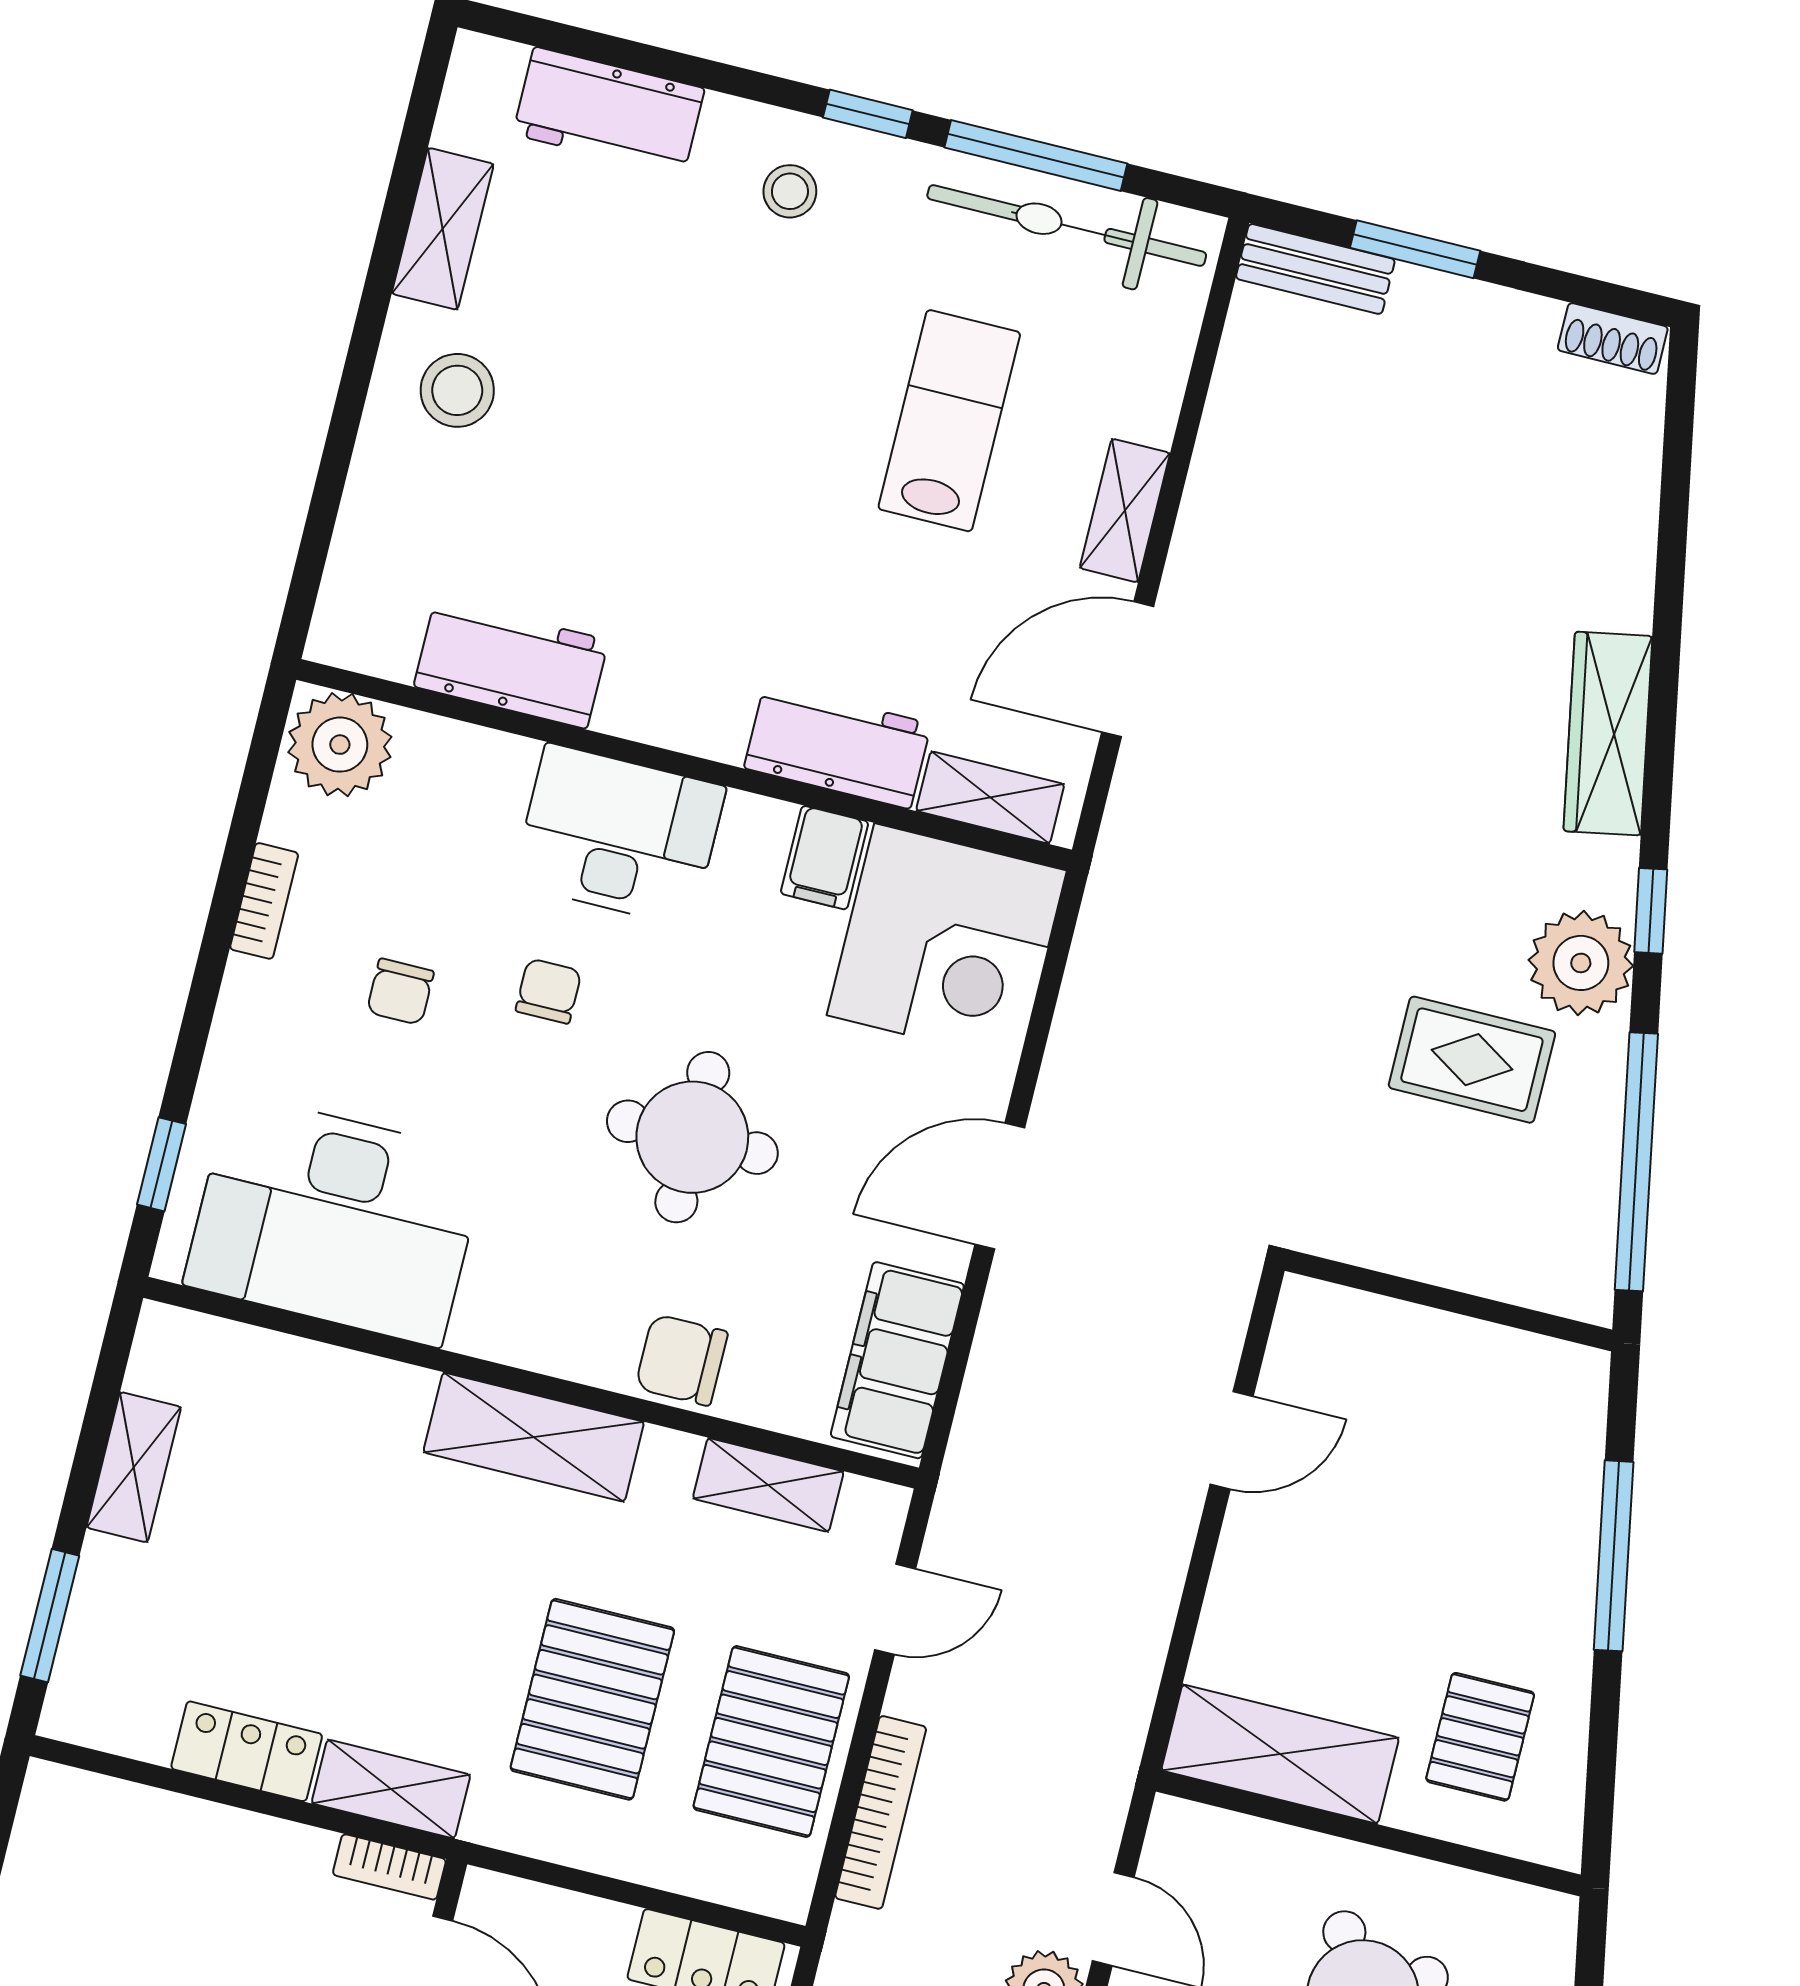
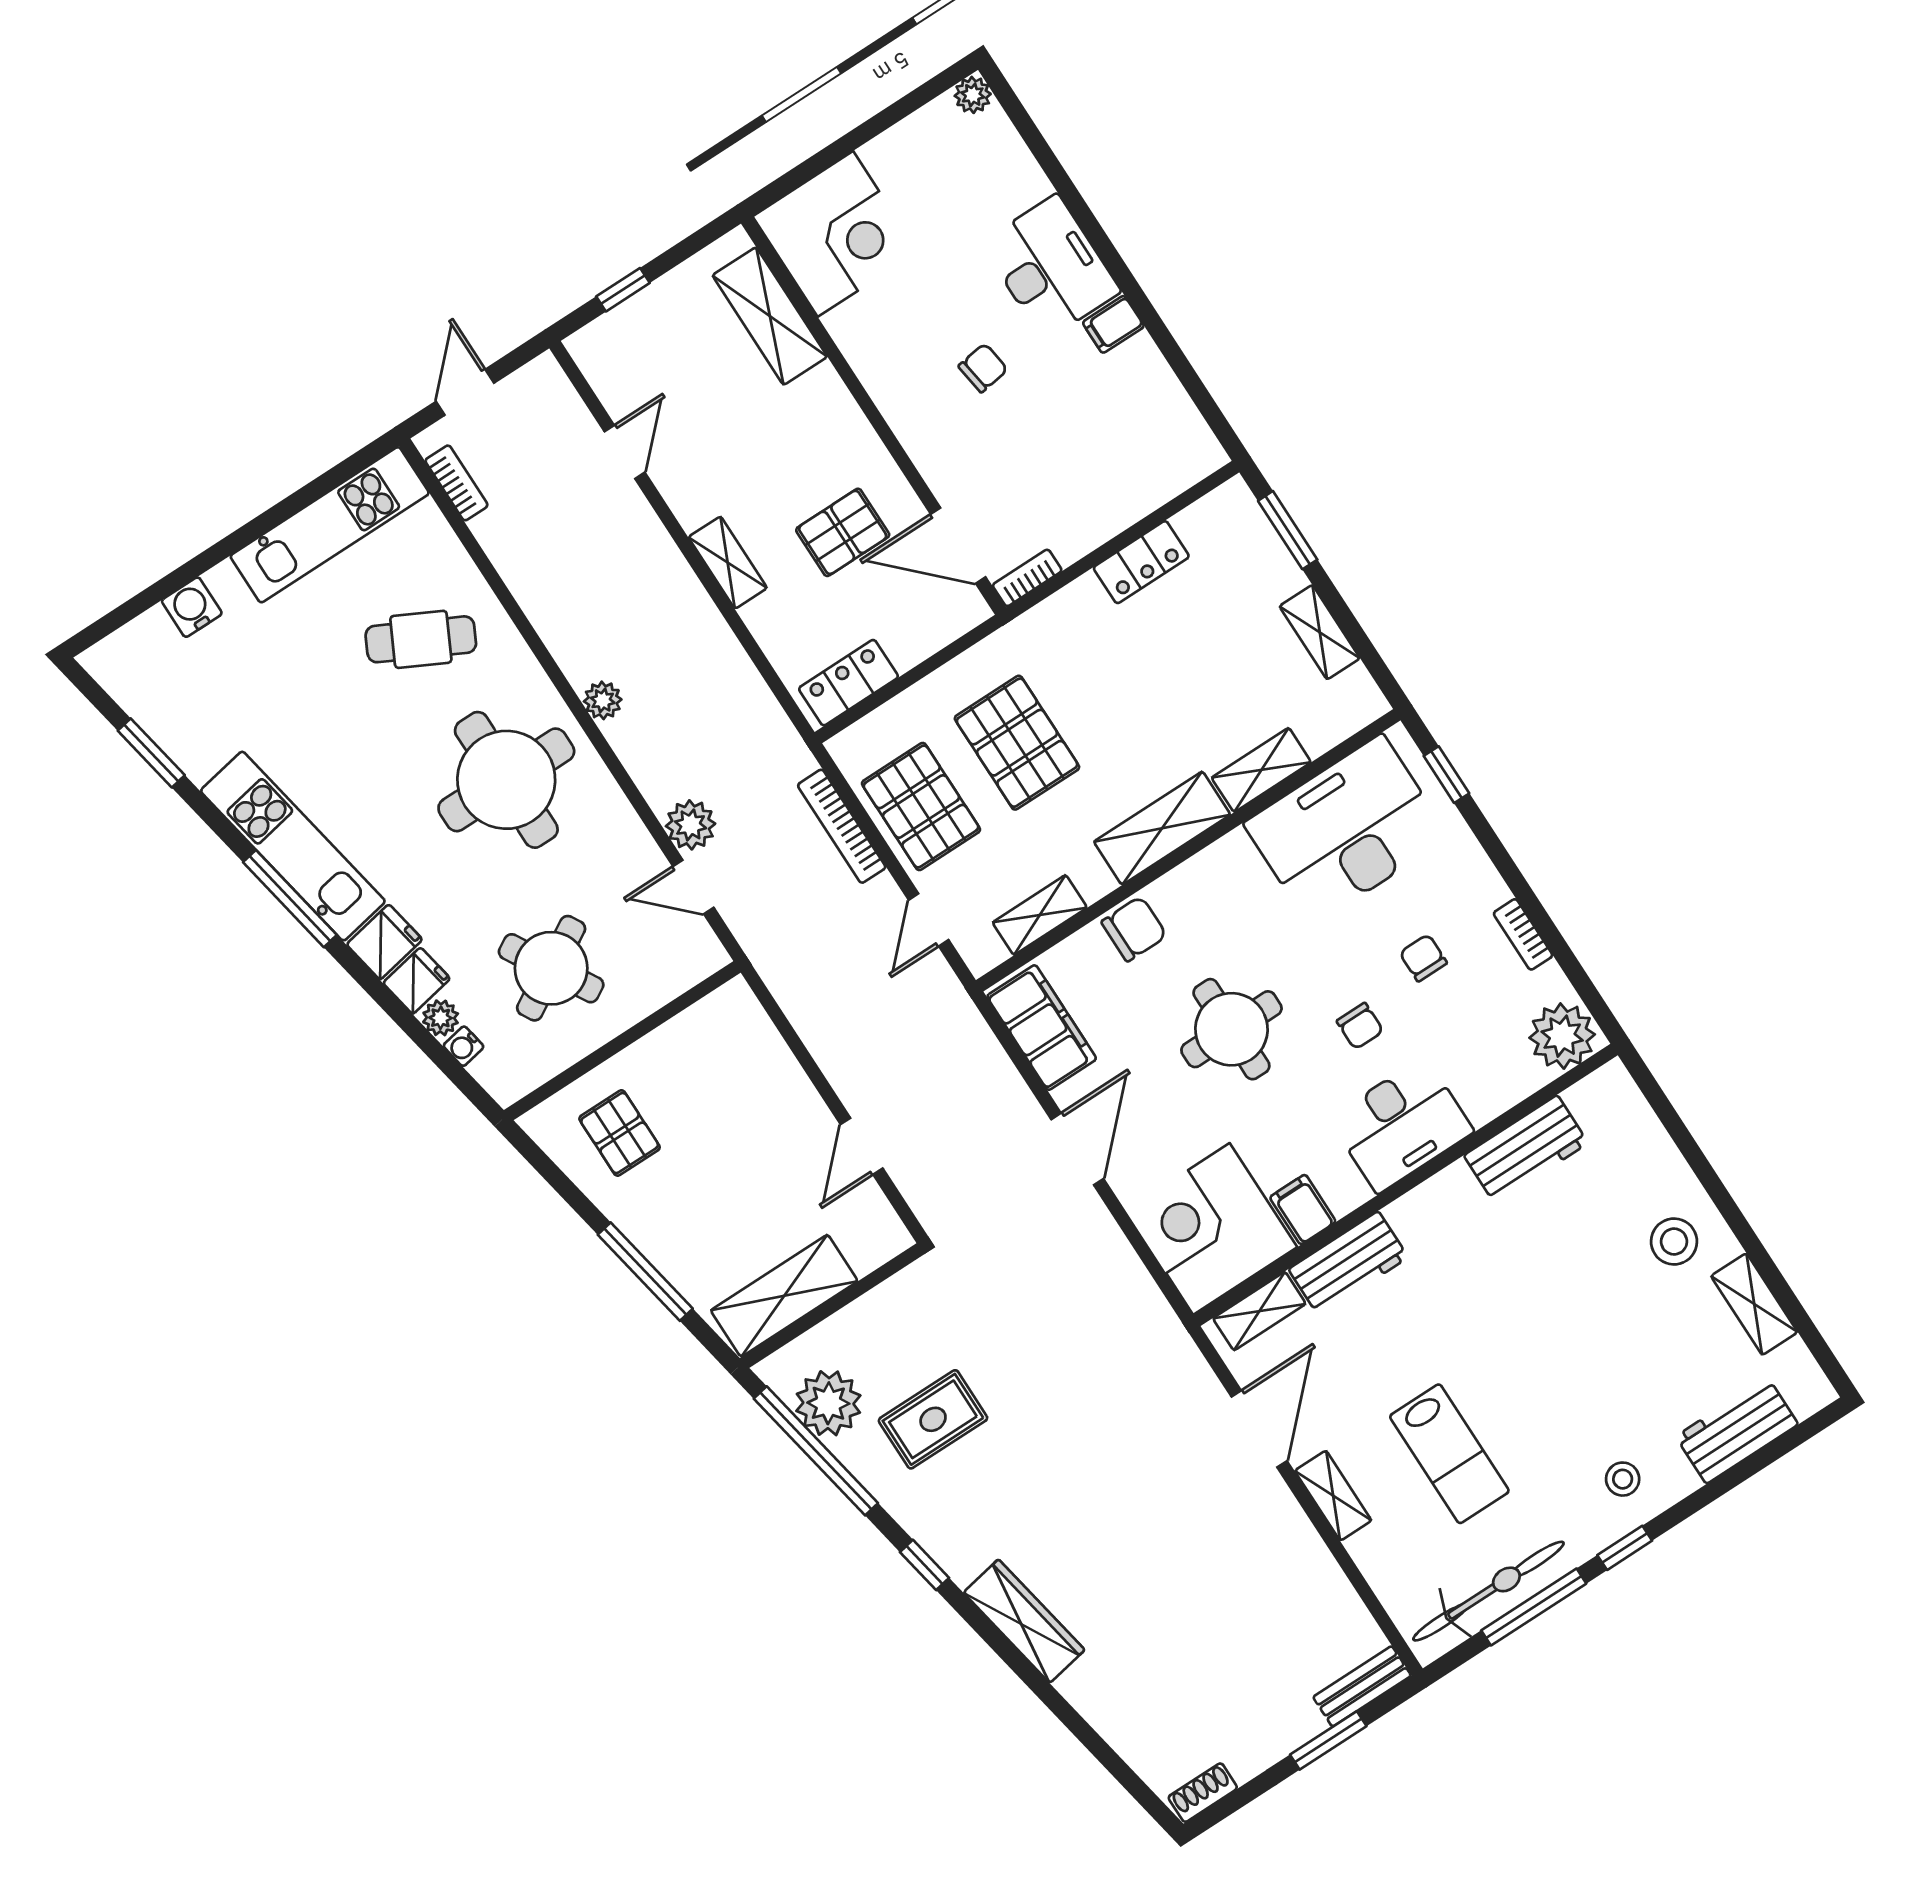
plant: (1581, 963) -> (828, 1403), moved
shelving: (1280, 1754) -> (784, 1296), moved
shelving: (391, 1789) -> (1261, 770), moved

